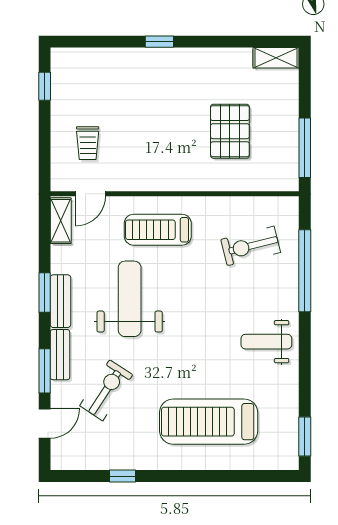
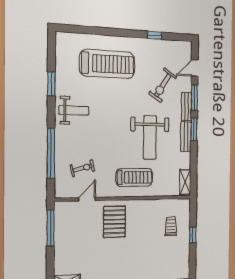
window: (45, 86) -> (193, 235), moved
pallet: (230, 131) -> (114, 222), moved
door: (91, 194) -> (87, 199), moved
exercise bike: (251, 246) -> (83, 168), width x0.73, depth x0.72
window: (45, 292) -> (194, 129), moved
window: (305, 436) -> (51, 84), moved

